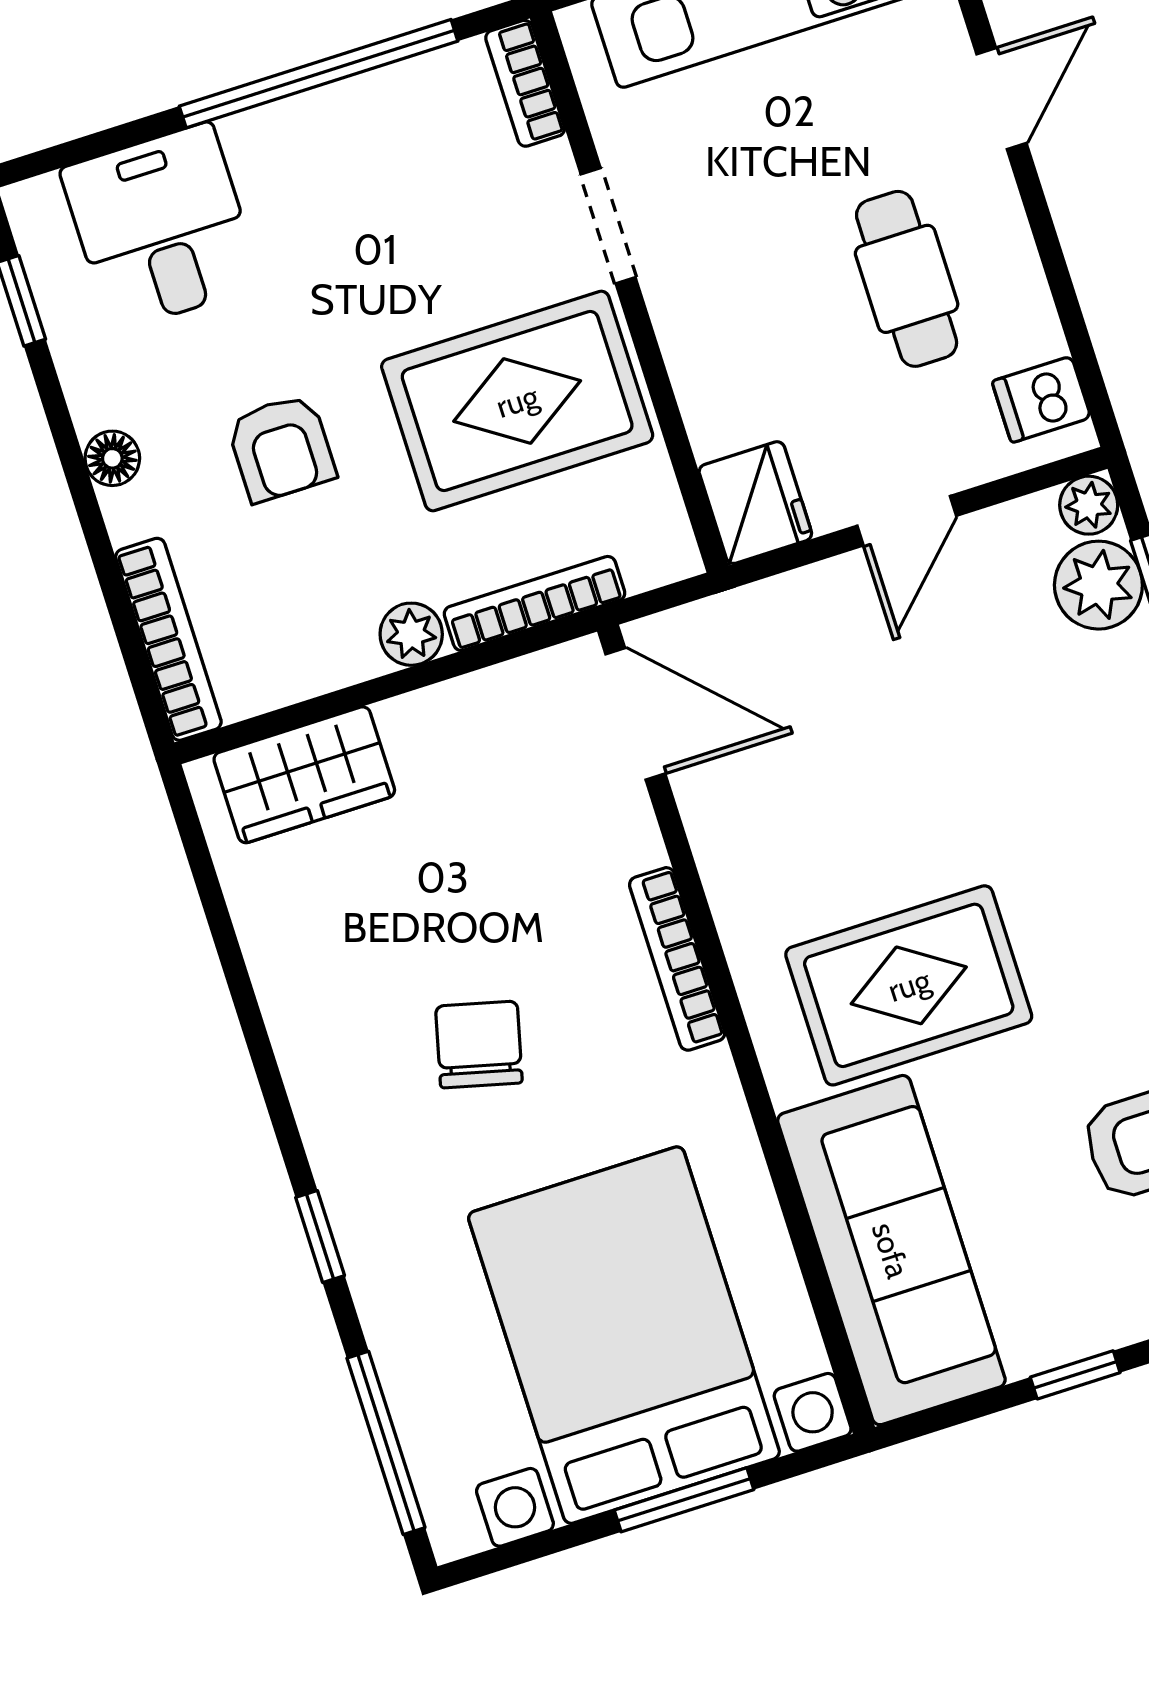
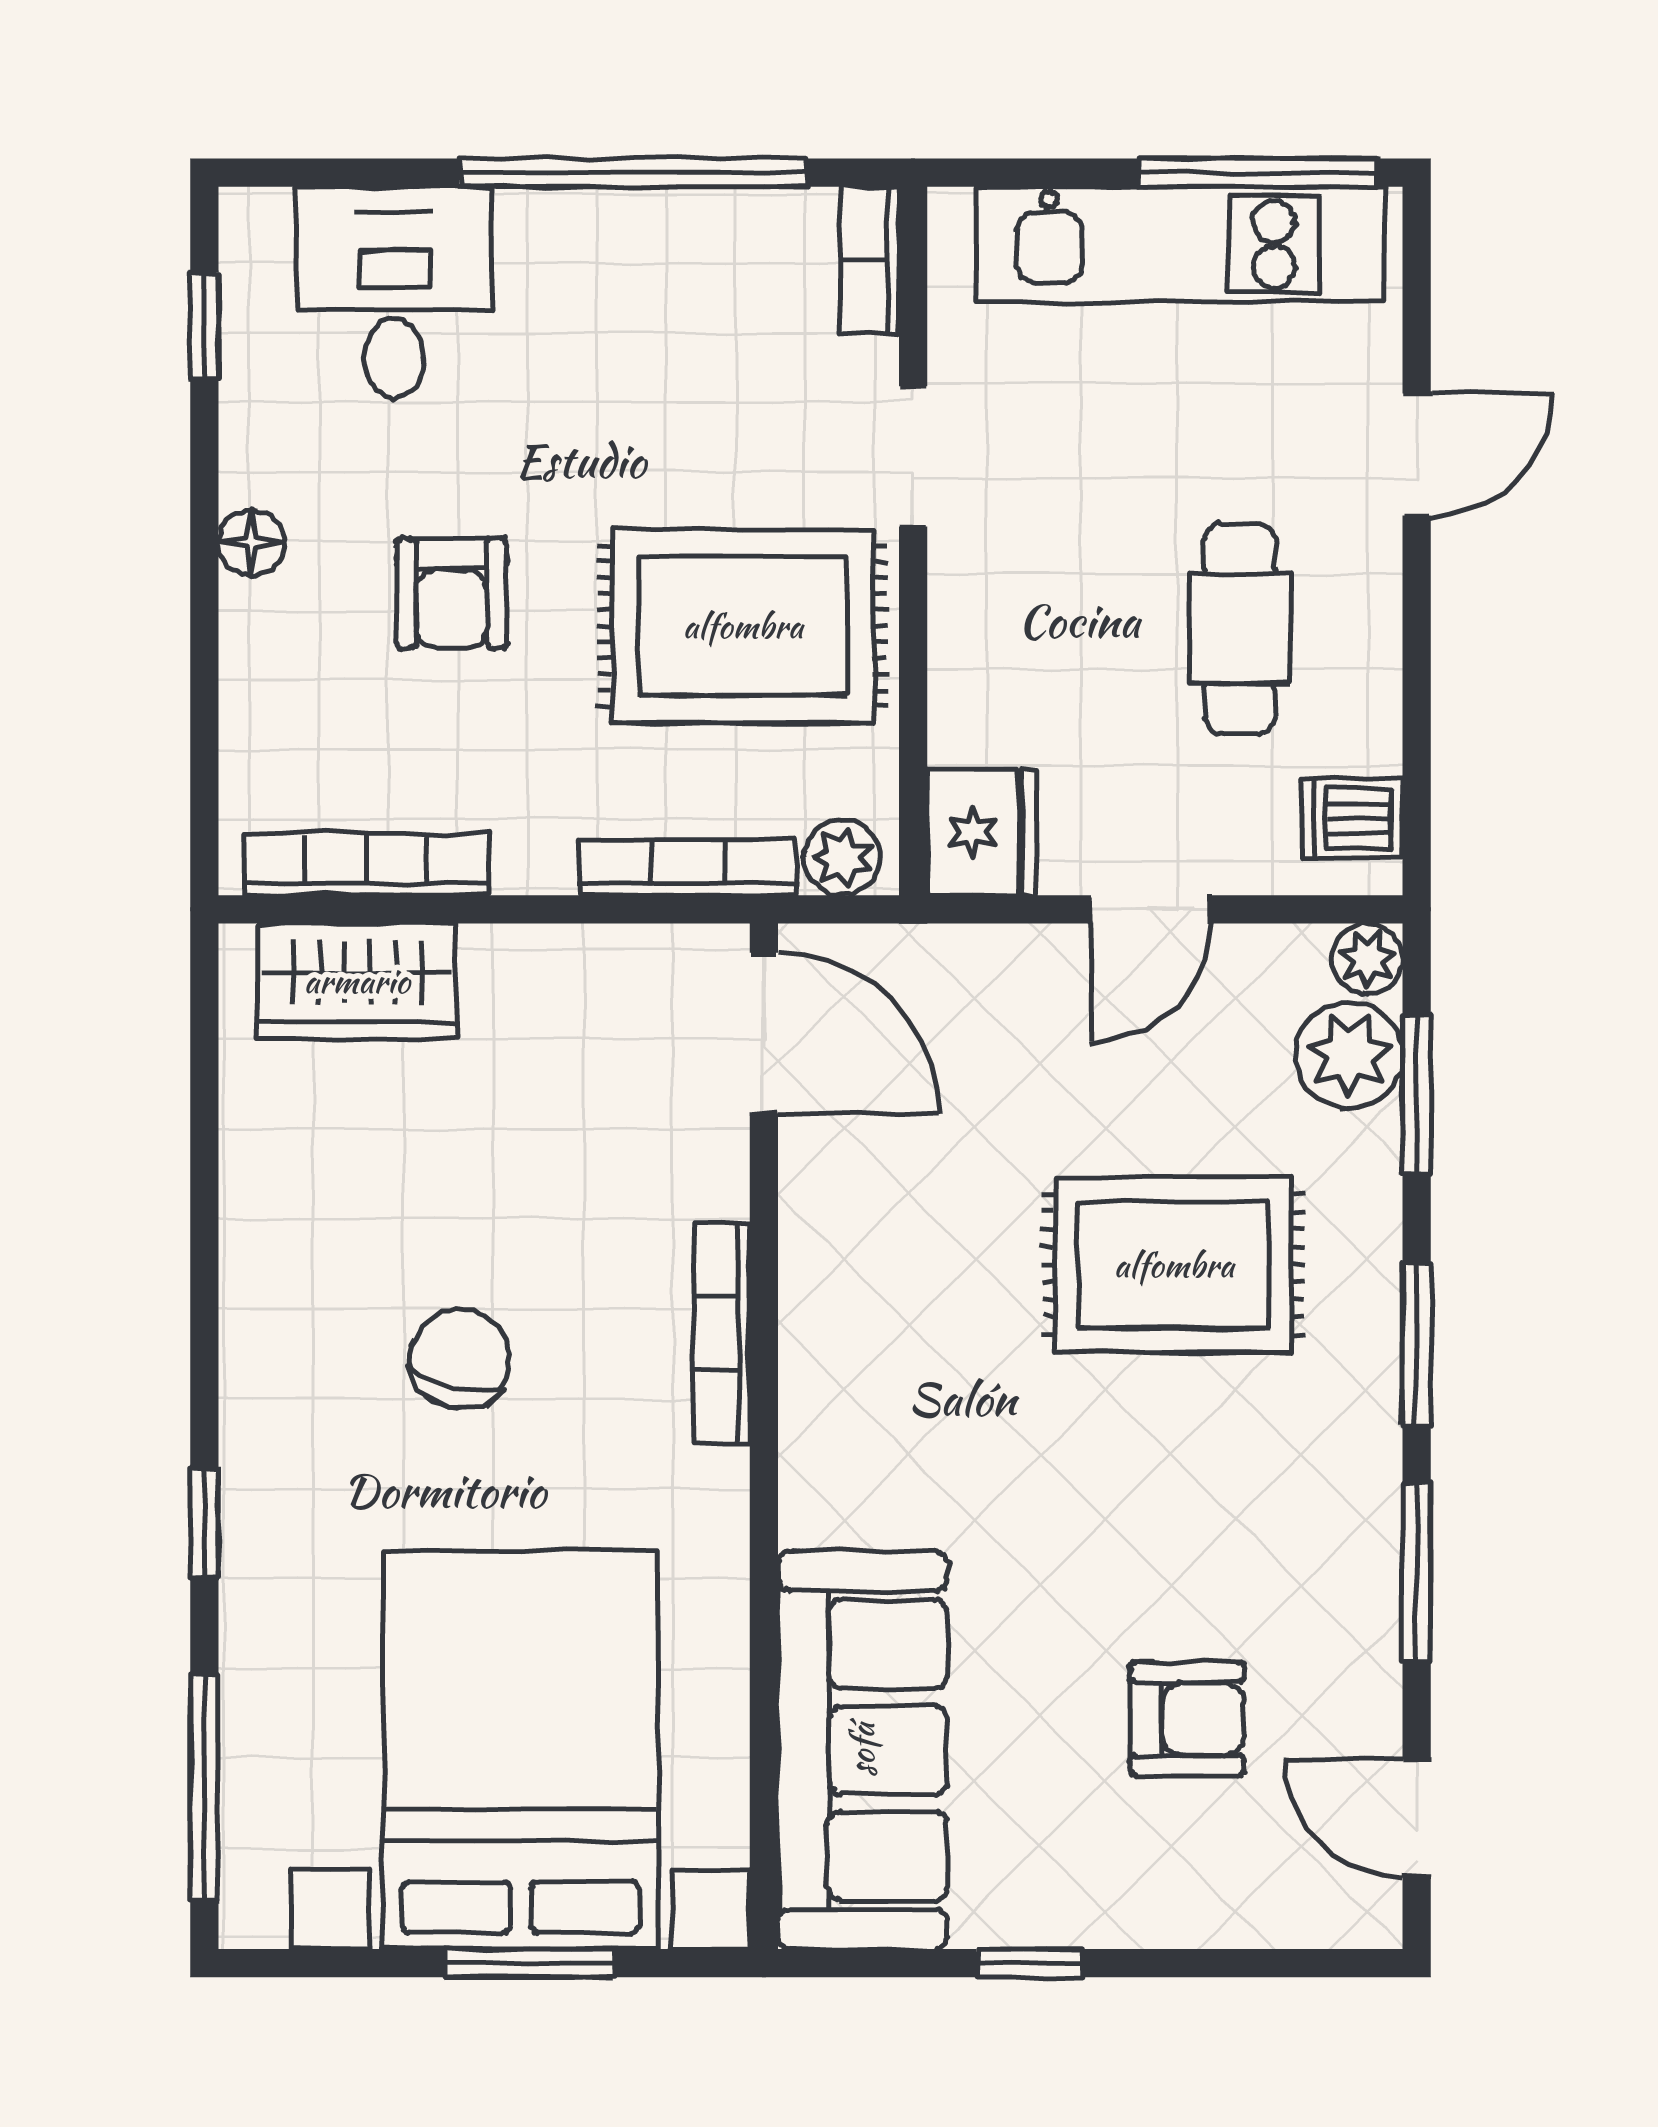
plant: (411, 634) -> (842, 857), moved
bookcase: (168, 639) -> (366, 864), moved, turned -90
rug: (909, 985) -> (1174, 1265), moved

